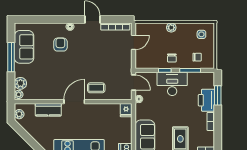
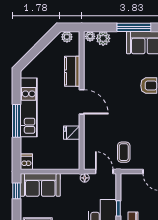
door: (133, 82) -> (104, 171), swing flipped
coffee table: (96, 88) -> (124, 152), moved
fridge: (126, 110) -> (72, 133), moved

